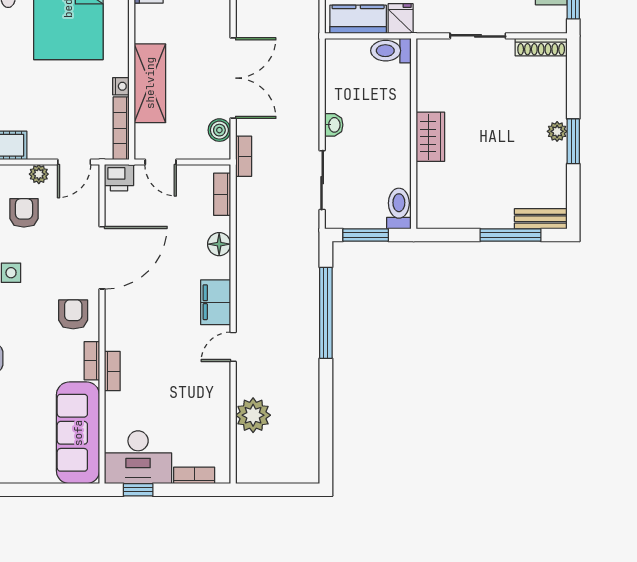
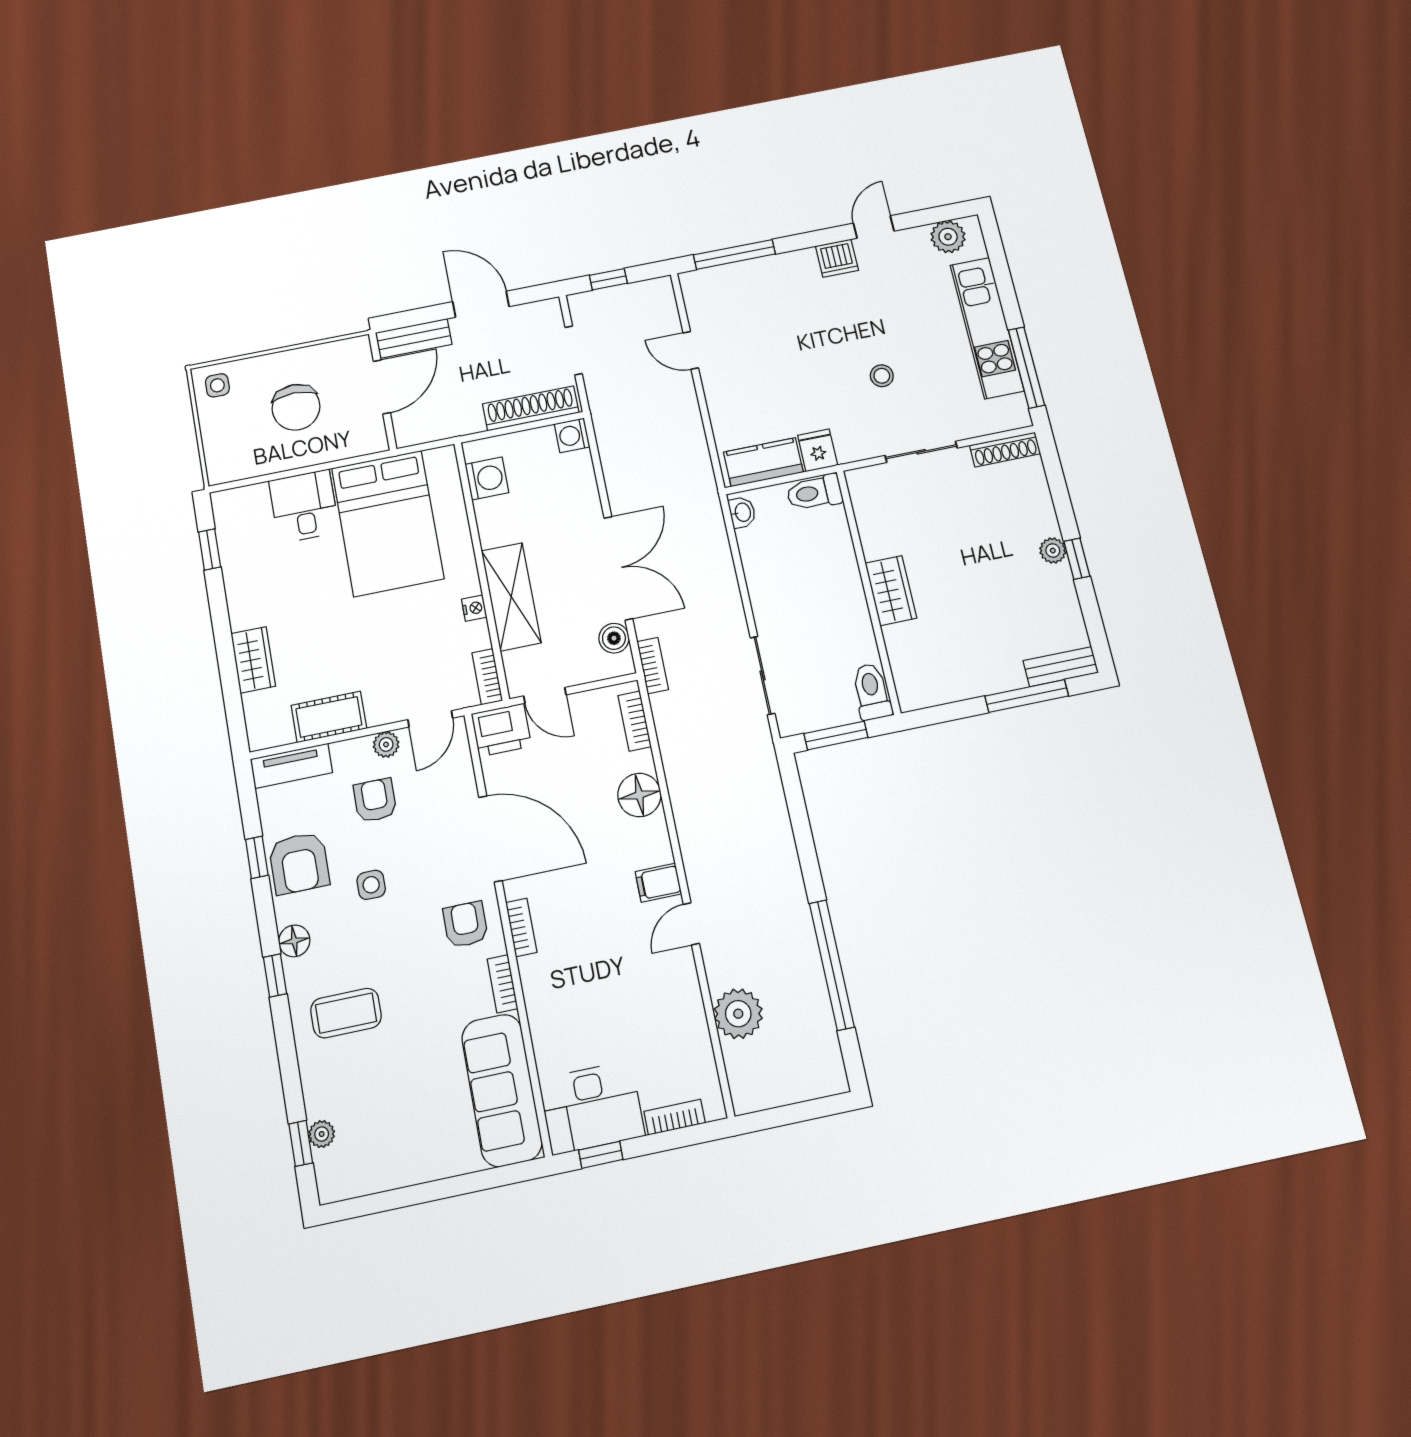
washbasin: (334, 125) -> (742, 512), moved
bookcase: (121, 128) -> (487, 677), width x0.64
window: (573, 141) -> (1077, 559), width x0.67
printer: (119, 178) -> (501, 730), width x1.36, depth x1.24
floor lamp: (219, 244) -> (639, 795), width x1.38, depth x1.38
door: (102, 258) -> (491, 839), hinge flipped
filing cabinet: (216, 302) -> (658, 883), width x0.50
window: (326, 313) -> (832, 965), moved
bookcase: (112, 371) -> (521, 927), moved

